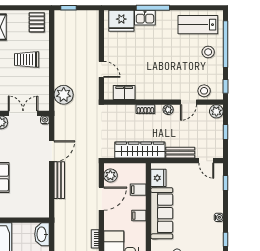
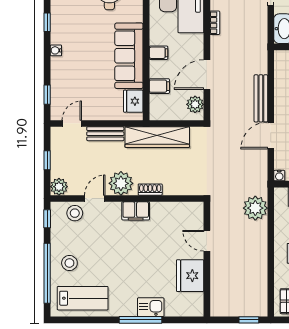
fridge: (121, 21) -> (190, 276), moved, turned -90
filing cabinet: (124, 93) -> (136, 211), moved
plant: (168, 110) -> (121, 183), width x1.88, depth x1.88
door: (206, 161) -> (72, 123), hinge flipped

